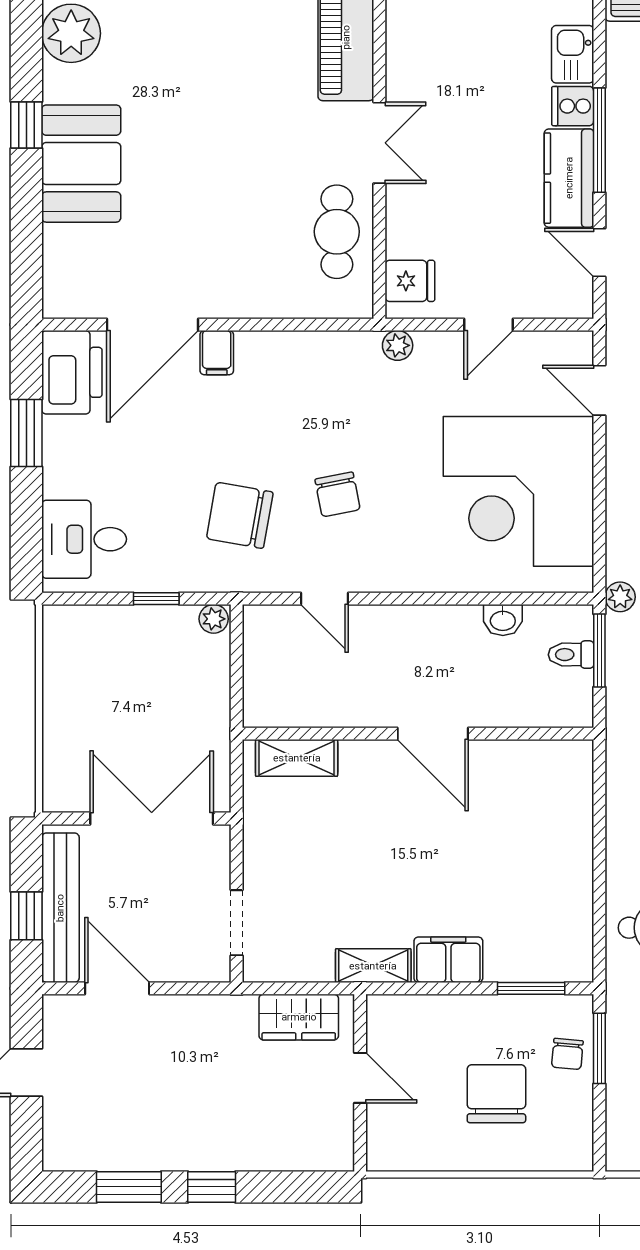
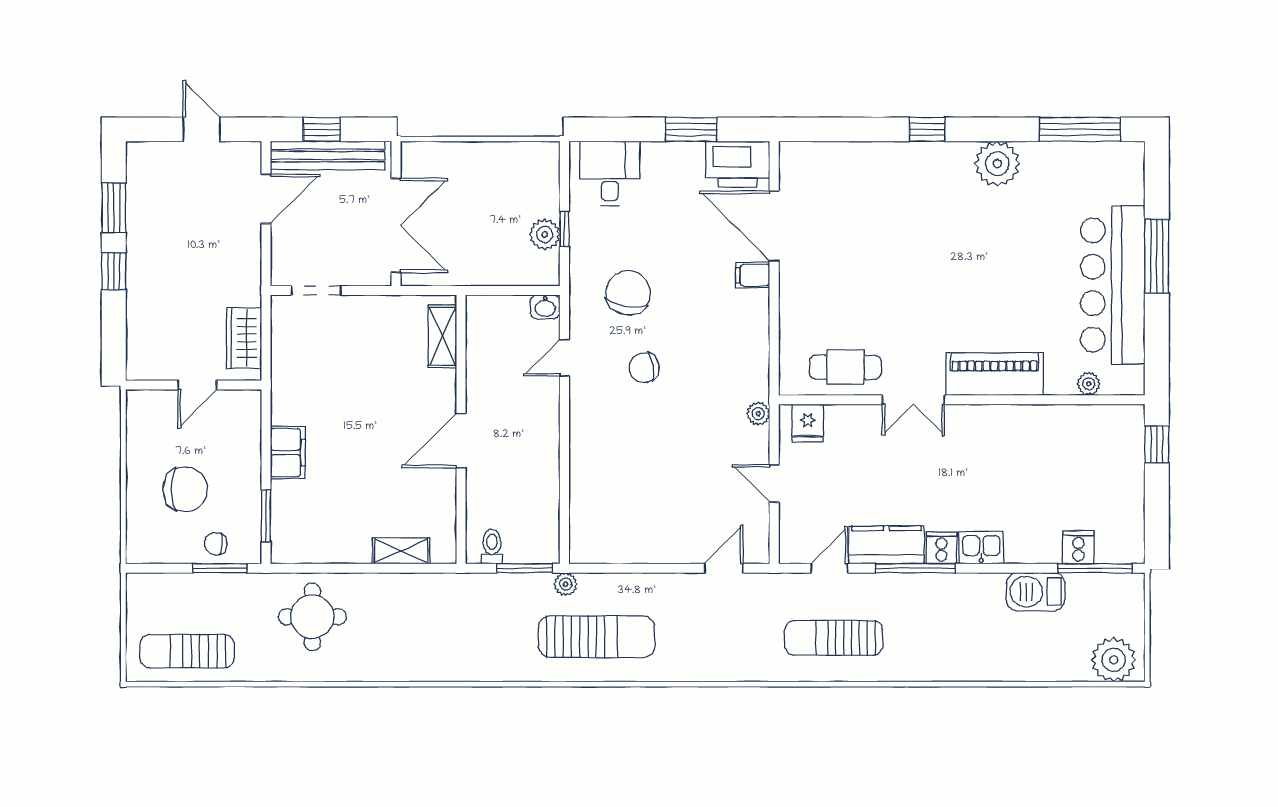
booth: (81, 164) -> (898, 171), removed
corner desk: (519, 491) -> (647, 506), removed
plant: (214, 619) -> (545, 234), moved, width x1.38, depth x1.38
washbasin: (503, 620) -> (545, 307), moved, turned -90
toilet: (571, 655) -> (492, 547), moved
shelving: (373, 966) -> (401, 551), moved, turned 90

